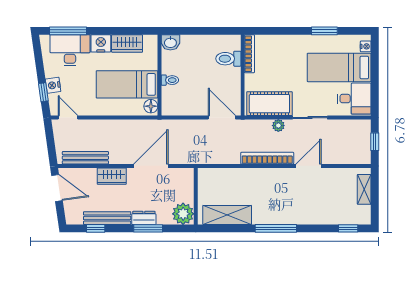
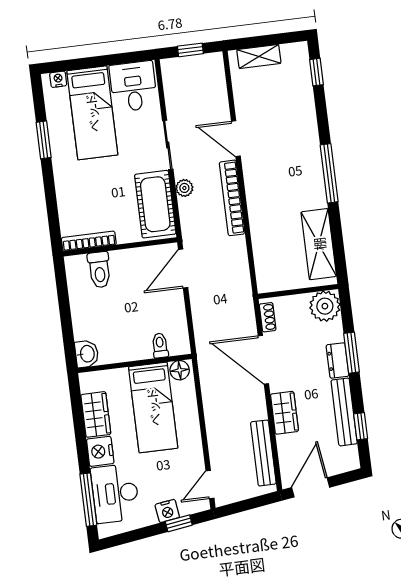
toilet: (170, 80) -> (160, 346), moved
shoe rack: (180, 173) -> (268, 317), added

